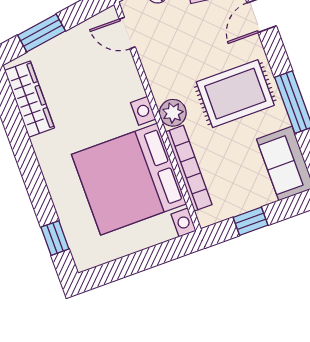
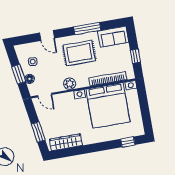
door: (127, 33) -> (45, 95), hinge flipped
rug: (235, 94) -> (79, 53), turned 90
plant: (173, 113) -> (70, 84), moved

